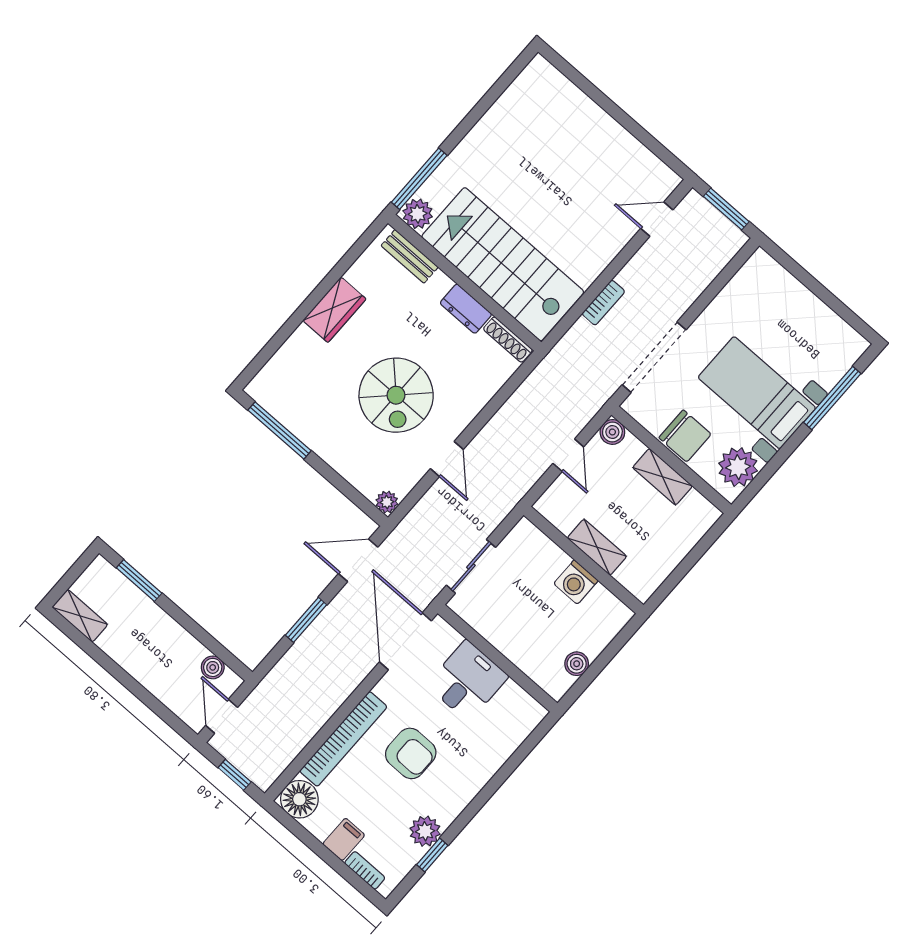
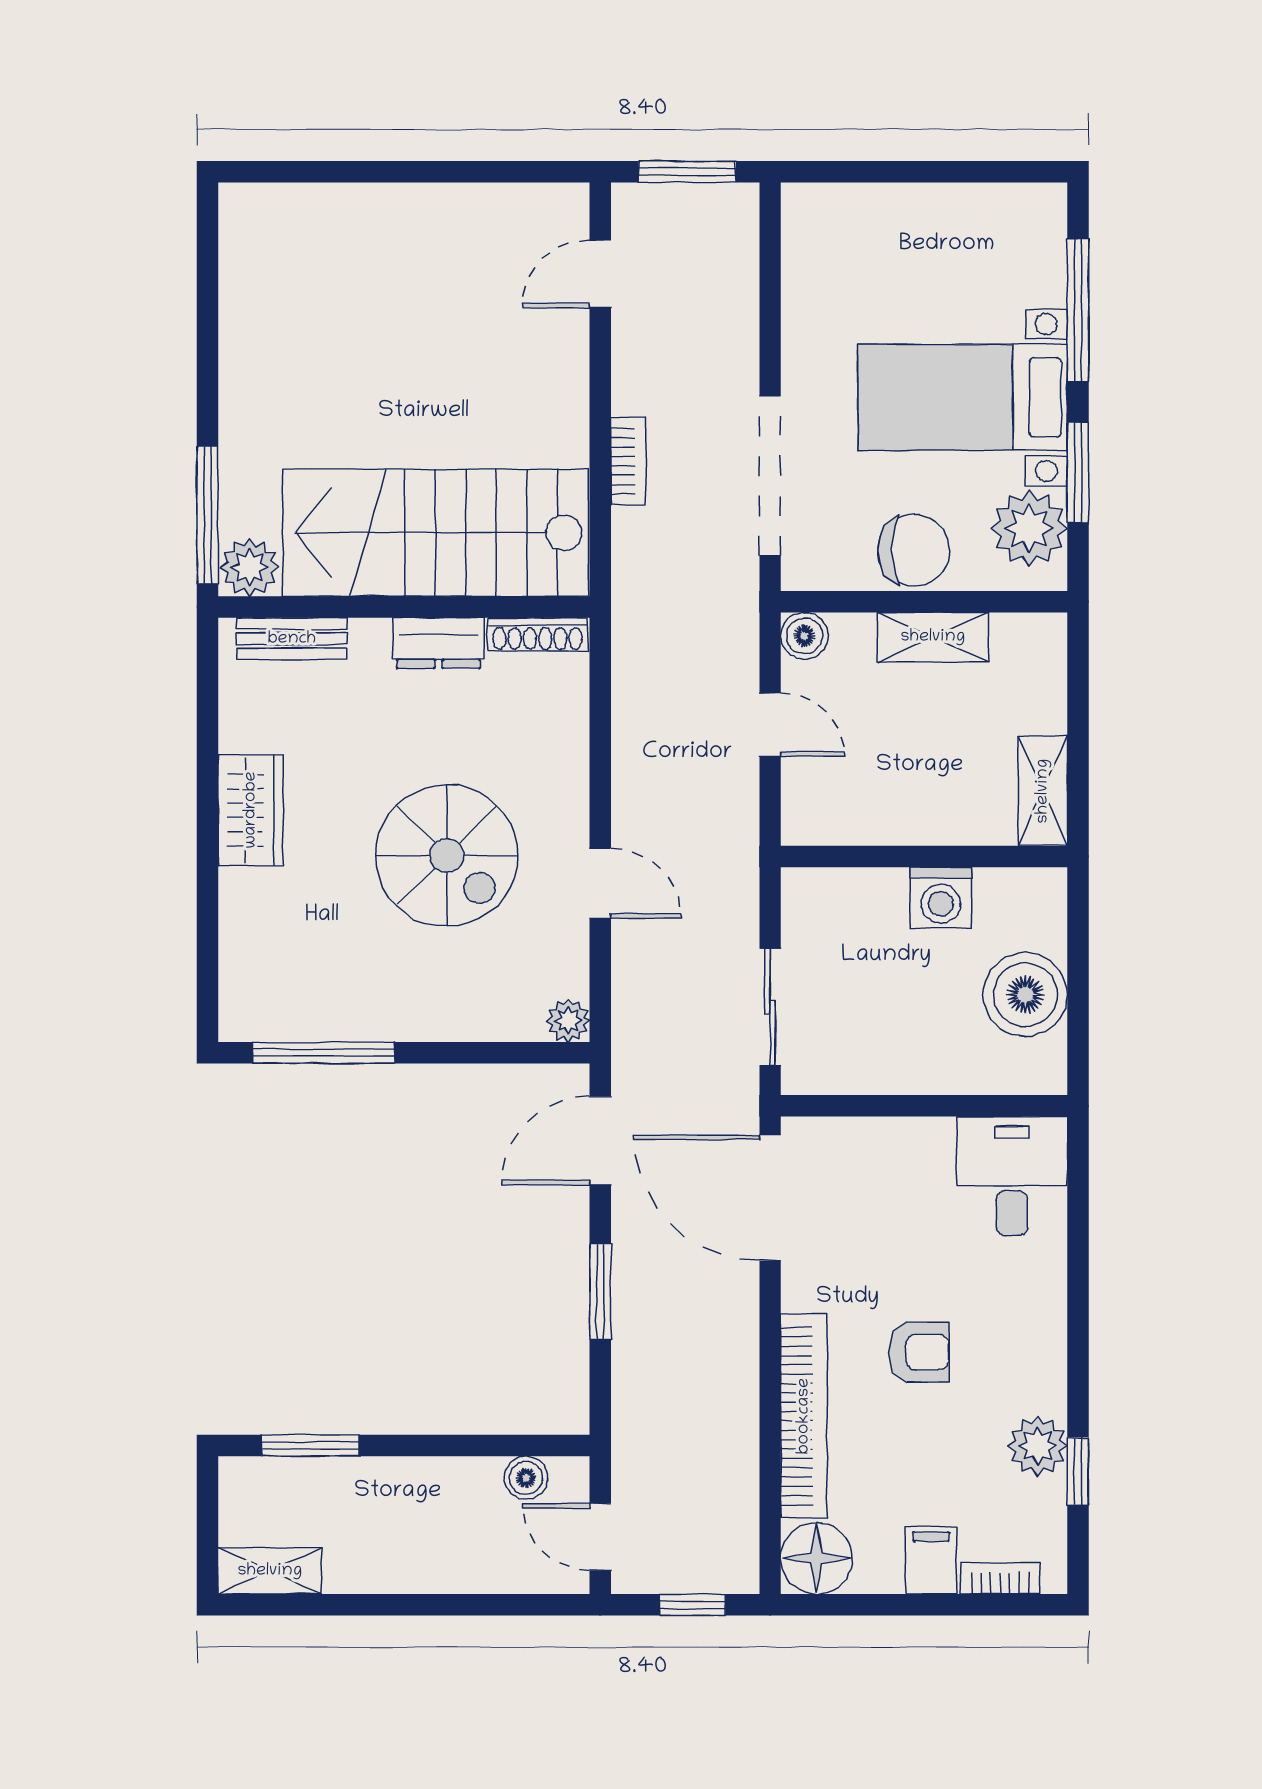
window: (776, 462) -> (1078, 473), added
shelving: (597, 547) -> (1043, 791), moved, turned 90
boiler: (577, 664) -> (1025, 995), width x1.86, depth x1.86
desk: (467, 681) -> (1012, 1176), moved
armchair: (411, 753) -> (919, 1352), width x0.72, depth x0.72

